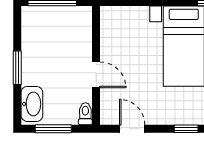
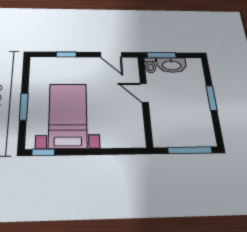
washbasin: (32, 104) -> (172, 65), moved, turned -90
window: (53, 129) -> (162, 55), moved

